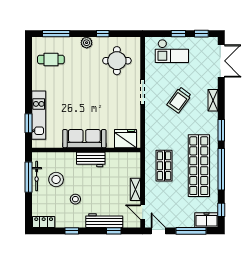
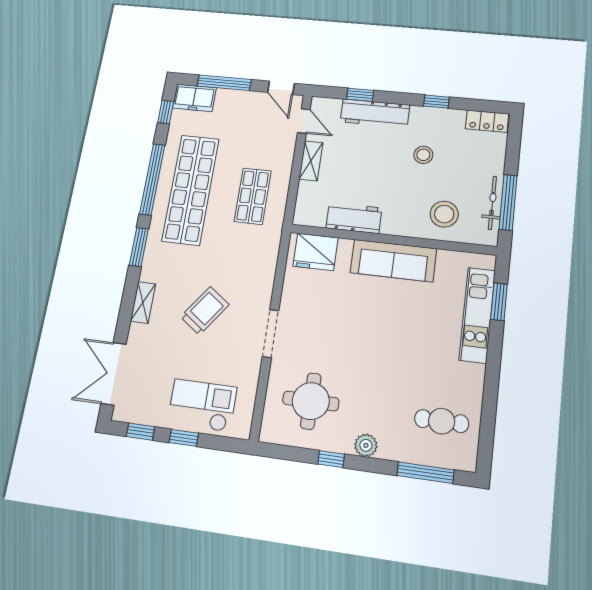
workbench: (91, 159) -> (354, 218), moved
stool: (56, 180) -> (444, 214), moved

